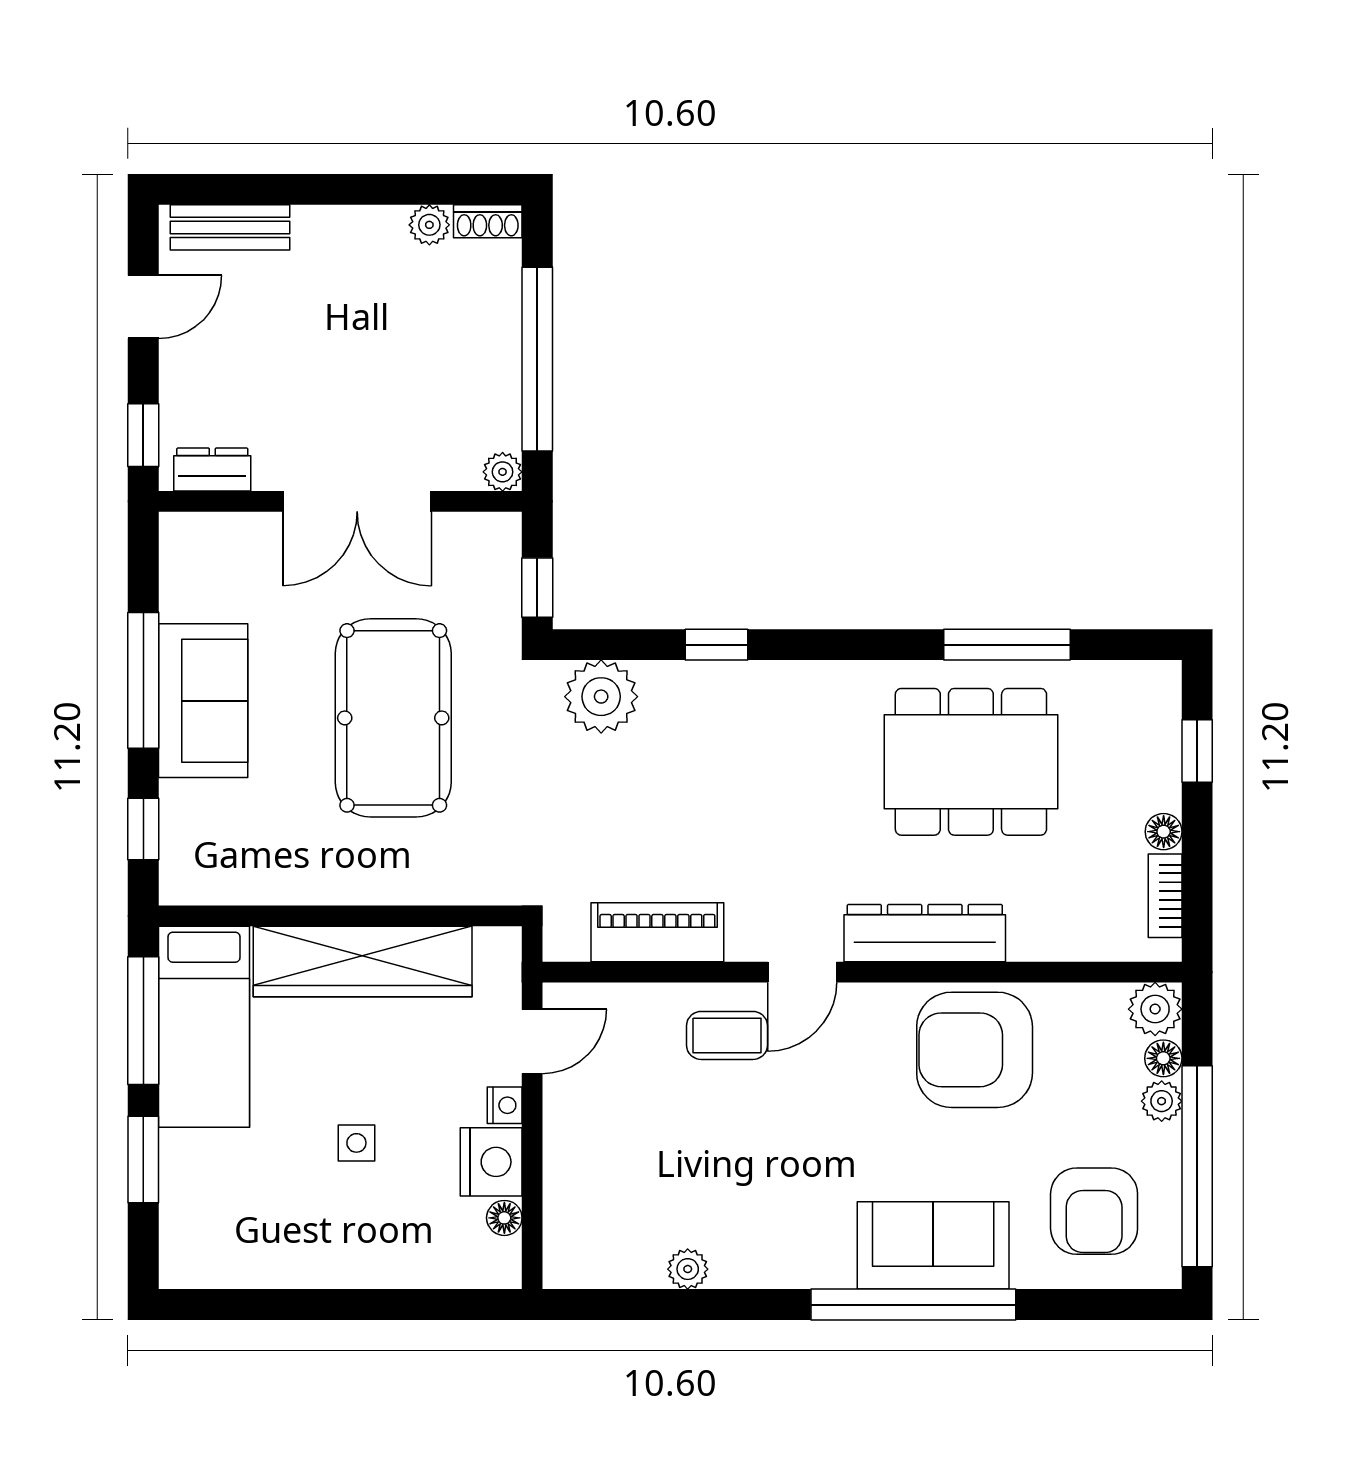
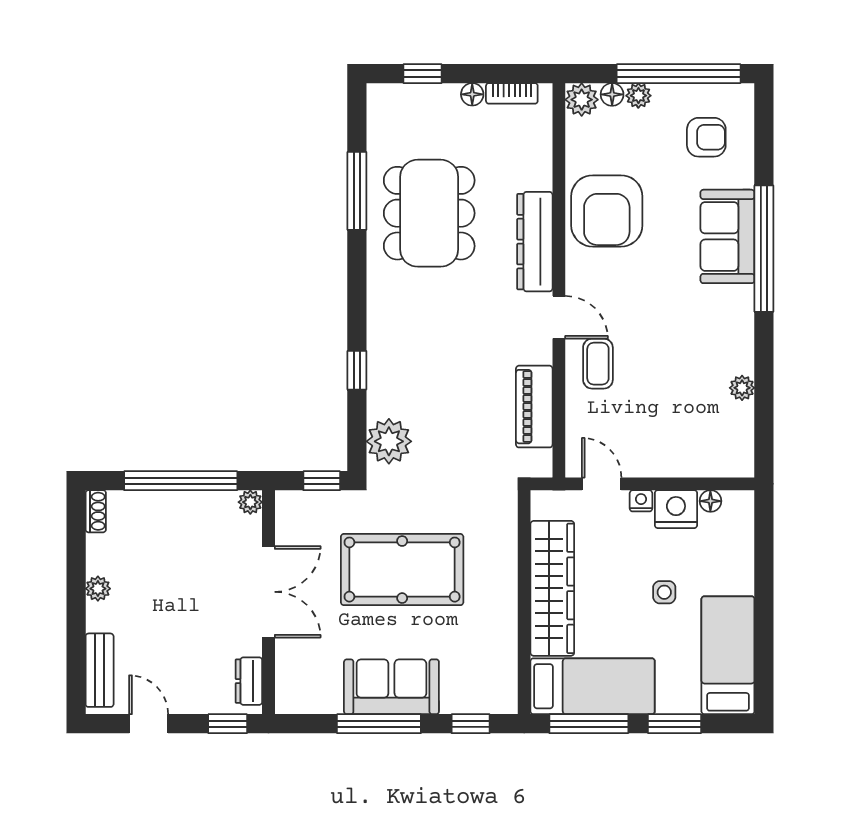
plant: (429, 225) -> (98, 589), moved
armchair: (1094, 1211) -> (706, 137), width x0.72, depth x0.72
bed: (254, 1246) -> (728, 655), added

